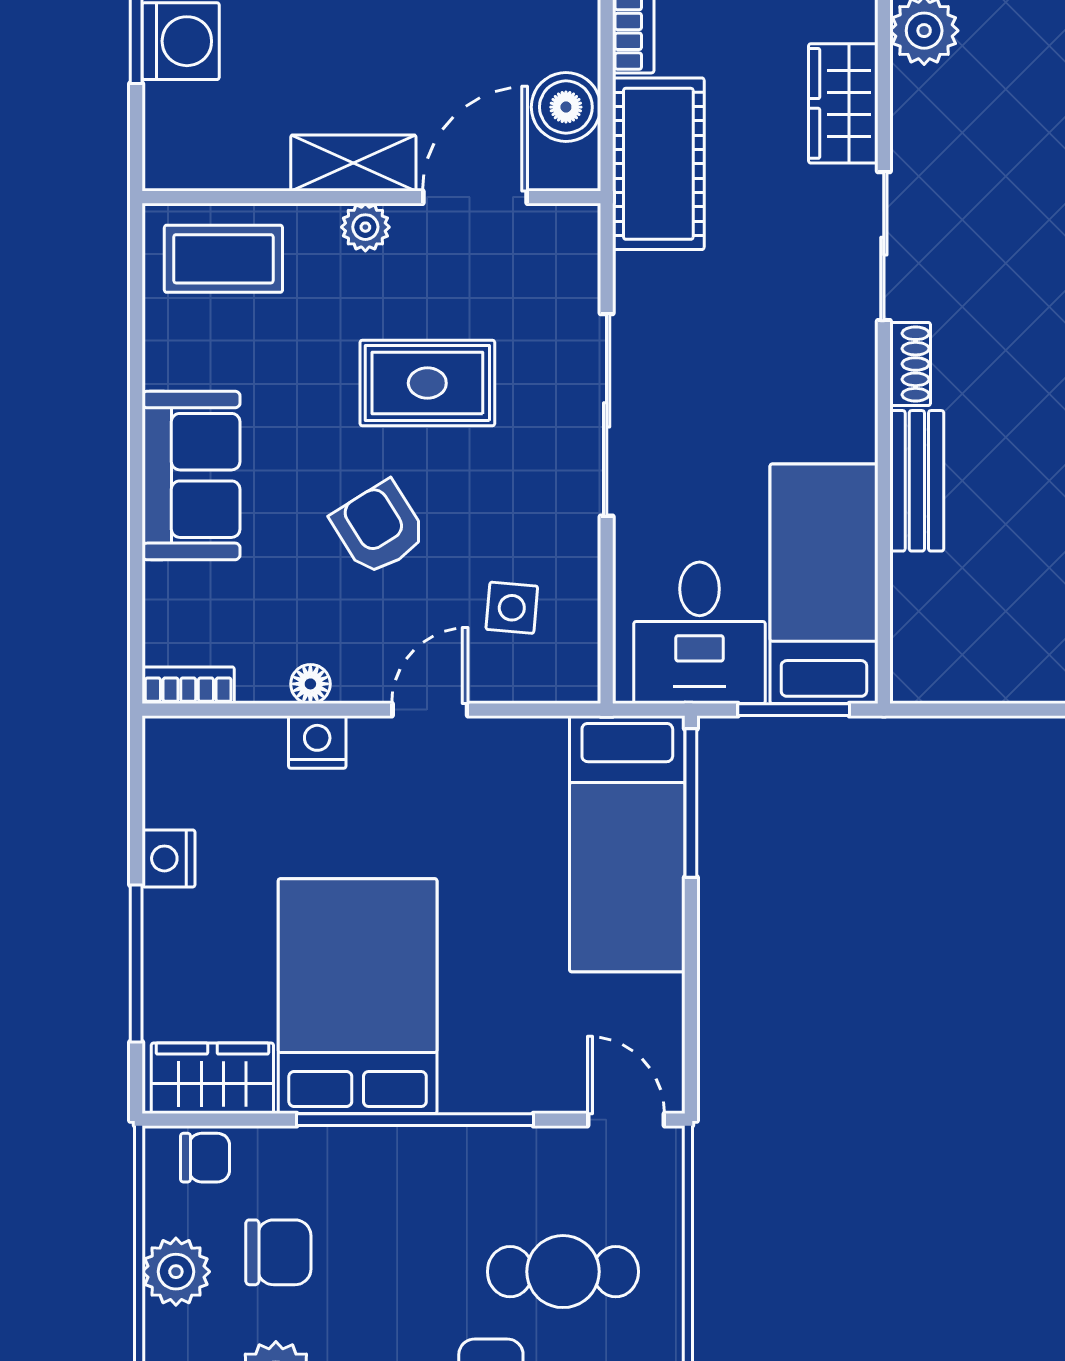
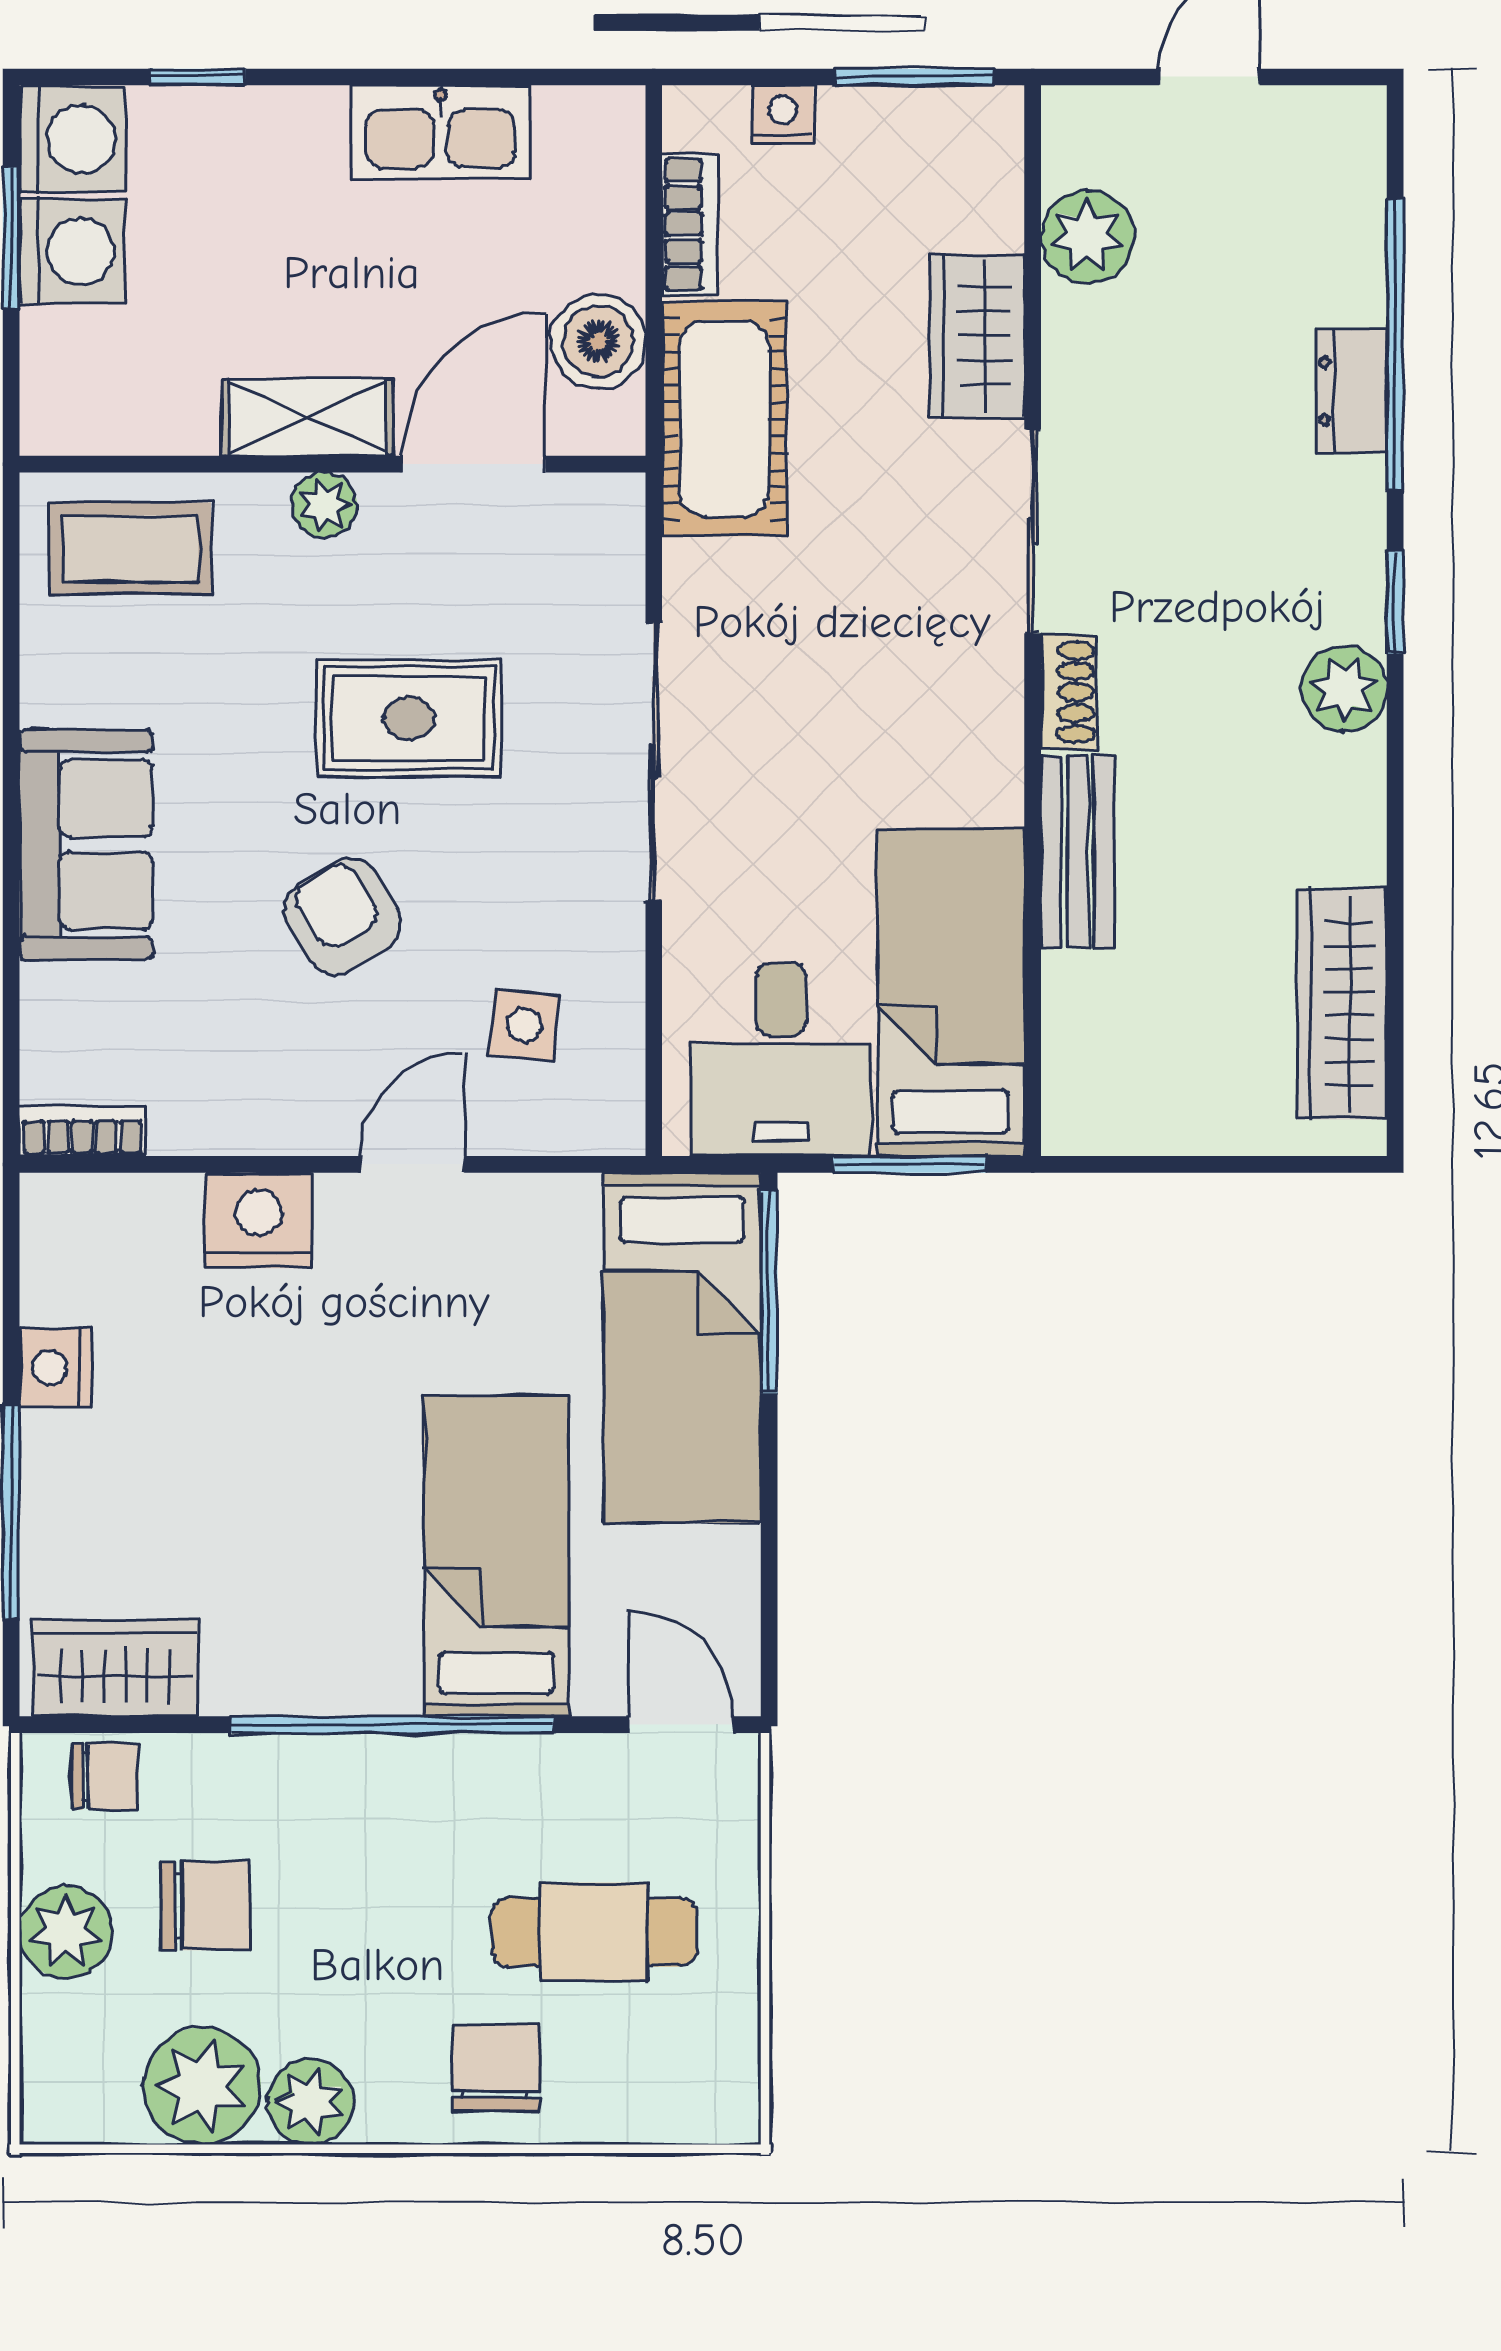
floor lamp: (310, 684) -> (249, 1129), removed
nightstand: (317, 742) -> (258, 1220), width x1.36, depth x1.33
bed: (358, 996) -> (496, 1556), moved, width x0.67

